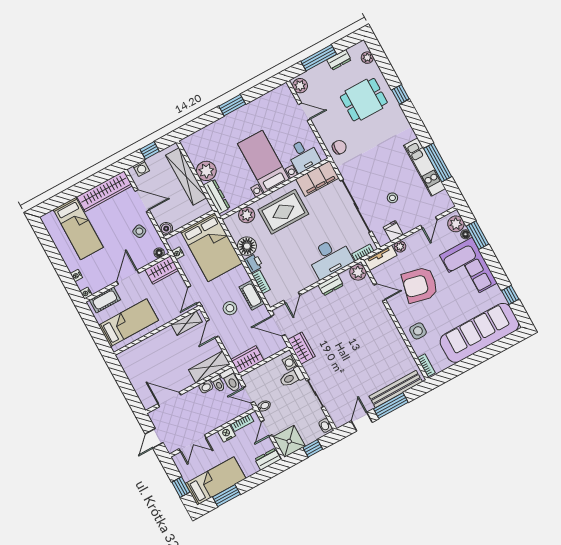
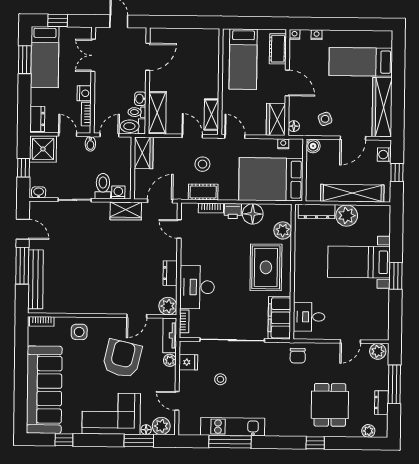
bed with nightstands: (263, 162) -> (359, 262), moved, turned 180

